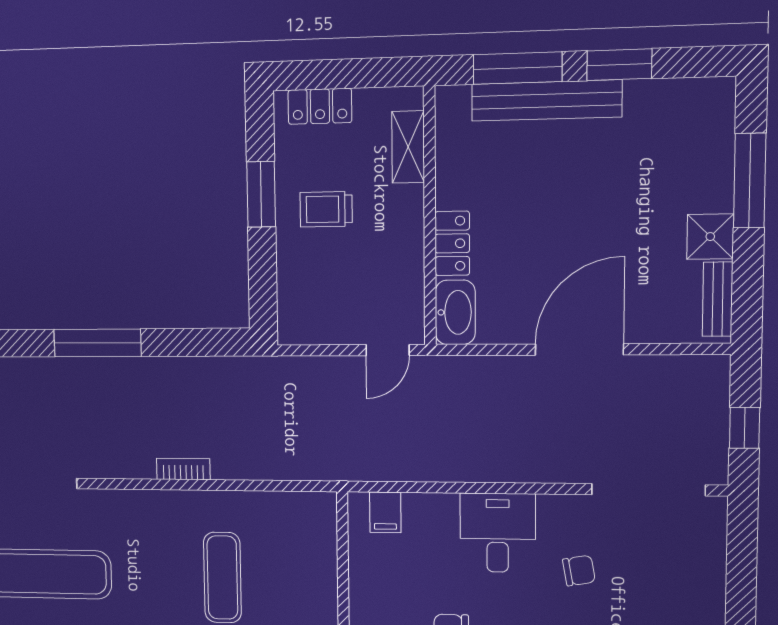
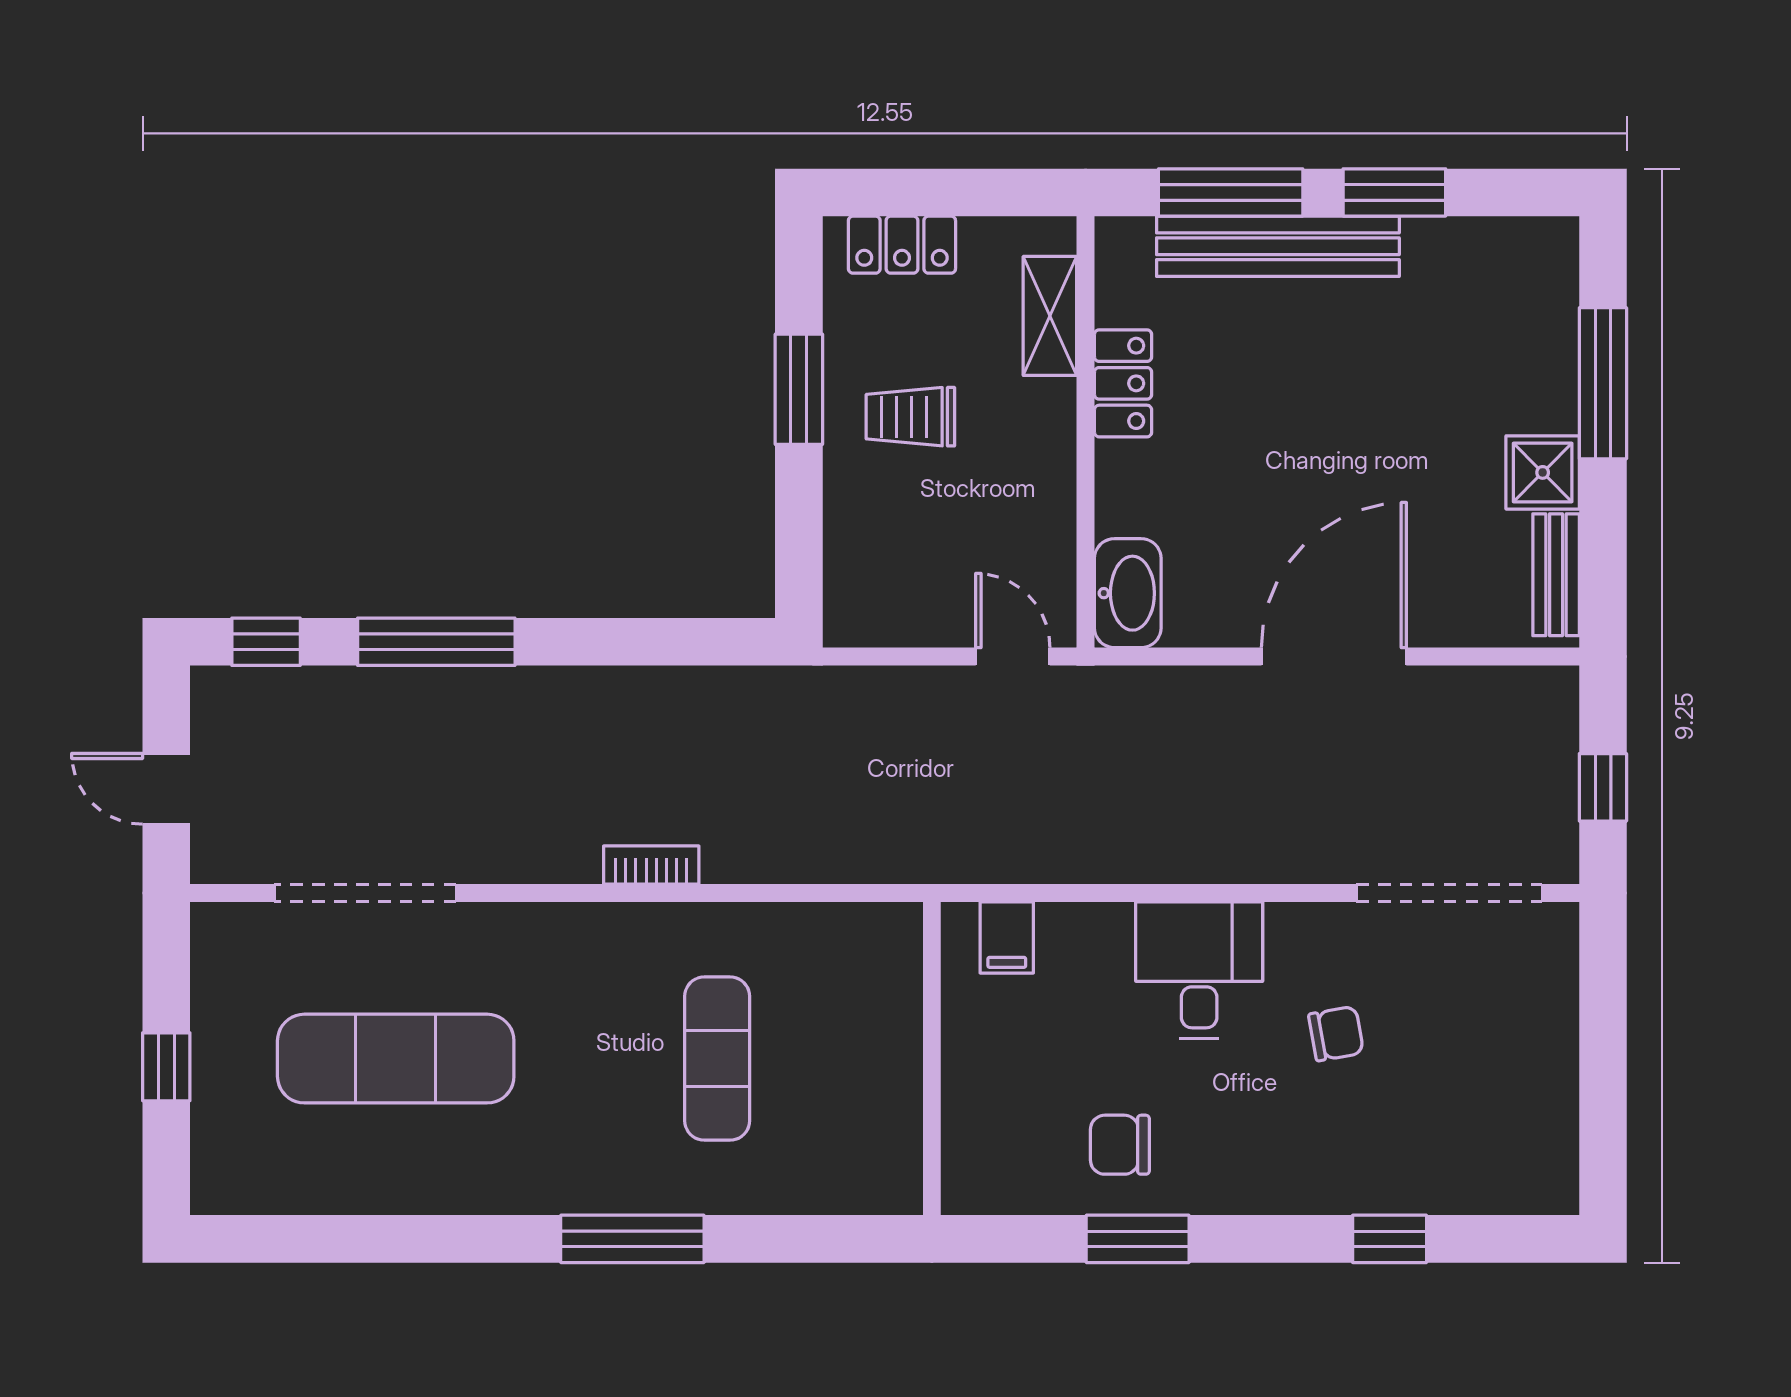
locker: (452, 243) -> (1123, 383), moved
window: (98, 343) -> (436, 642), moved
door: (388, 350) -> (1013, 657), swing flipped

